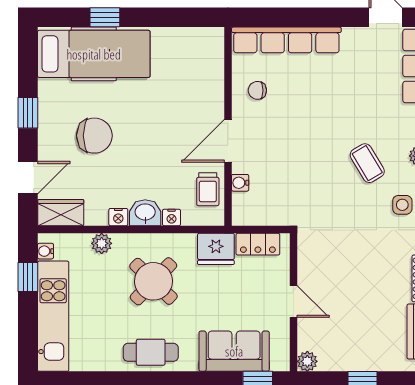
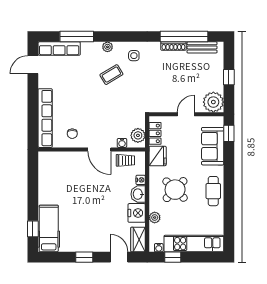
window: (105, 17) -> (33, 229), moved
hospital bed: (94, 54) -> (49, 229), width x0.73, depth x0.78
chair: (94, 136) -> (97, 221), removed
plant: (254, 212) -> (138, 135), added
nightstand: (118, 217) -> (137, 213), width x1.89, depth x1.79
plant: (307, 361) -> (213, 102), width x1.87, depth x1.87

